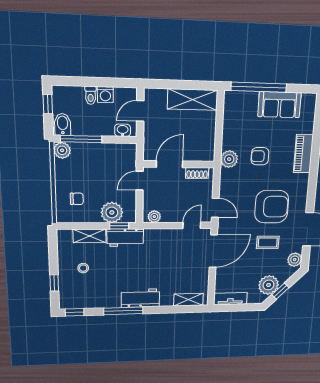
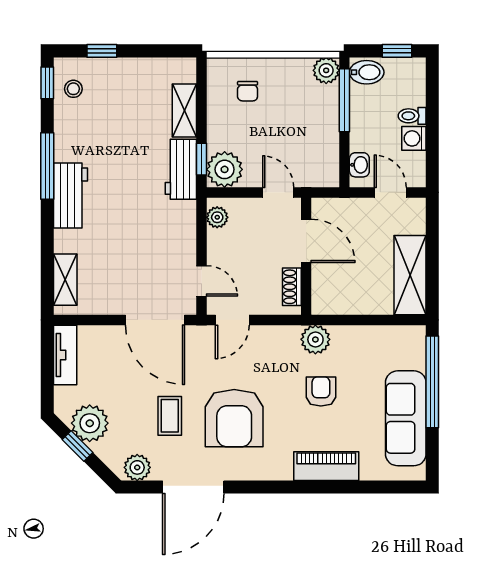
sofa: (279, 105) -> (406, 418), width x1.36
plant: (112, 212) -> (225, 169), moved
stool: (83, 268) -> (73, 89), moved

